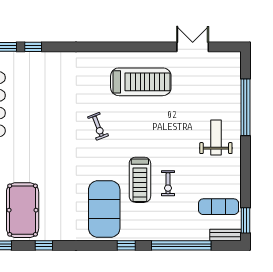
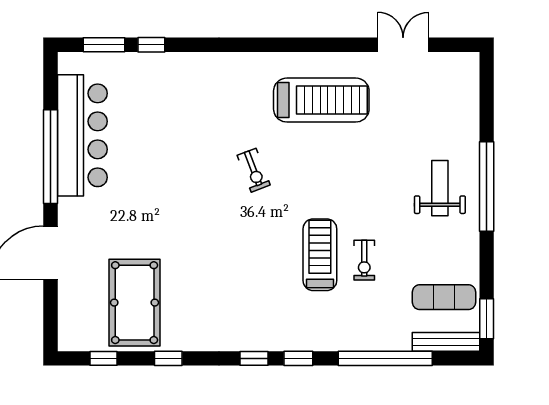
window: (245, 107) -> (487, 187), moved
treadmill: (140, 180) -> (320, 255), turned 180
exercise mat: (104, 209) -> (263, 301), removed
bench: (225, 235) -> (446, 342), width x1.36
window: (98, 245) -> (254, 358), added

